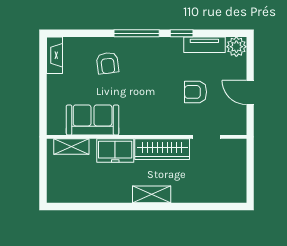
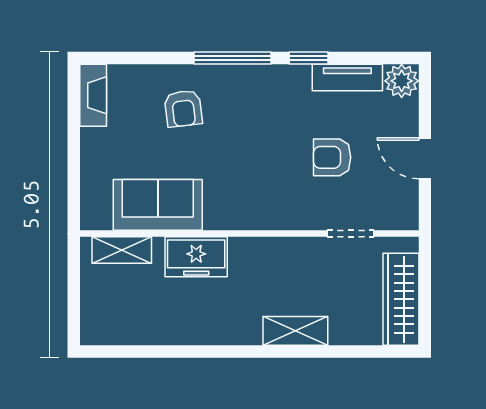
wardrobe: (162, 149) -> (401, 299), moved, turned 90
shelving: (152, 194) -> (295, 331), moved

